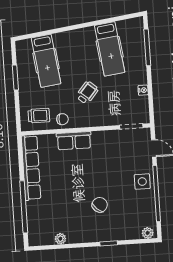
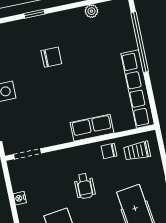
wheelchair: (87, 93) -> (85, 186), turned -40
chair: (100, 205) -> (51, 57), turned -132

